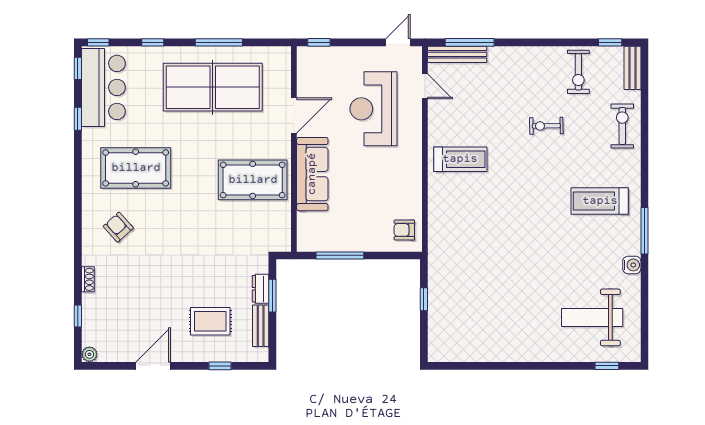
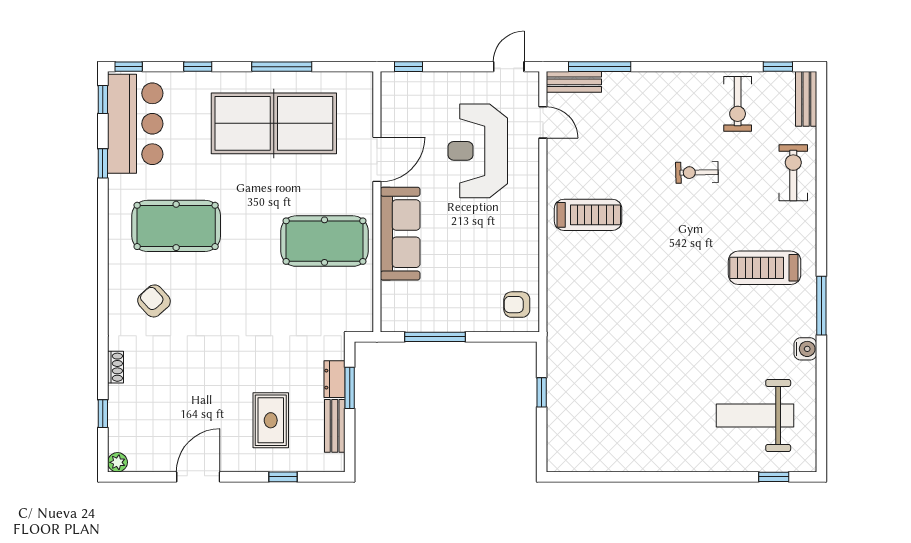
bench: (457, 54) -> (574, 82), width x0.73
rug: (210, 321) -> (271, 420), turned 90

